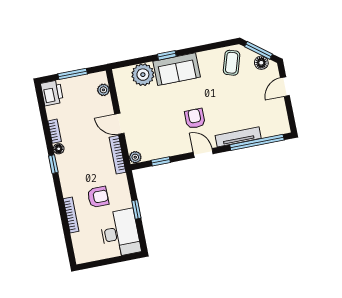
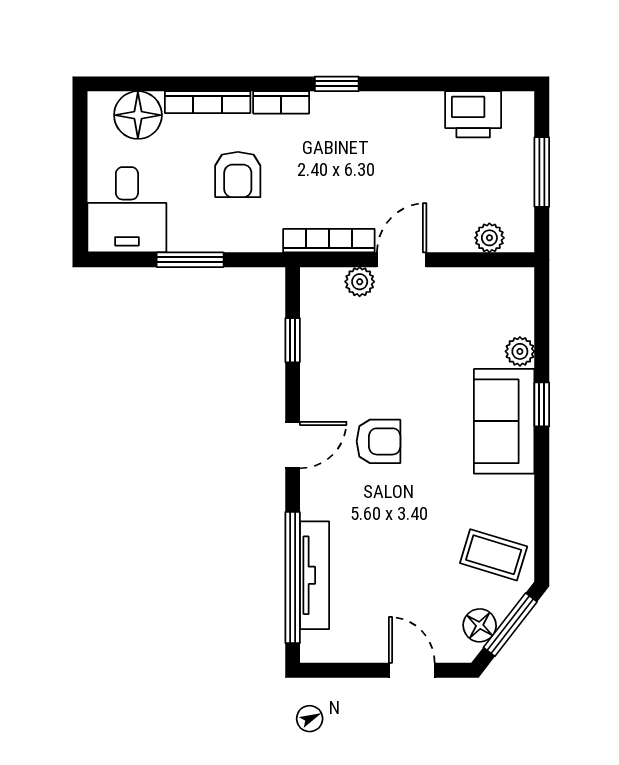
plant: (143, 75) -> (520, 351), width x0.53, depth x0.53
printer: (52, 93) -> (473, 114), moved
bookcase: (55, 131) -> (281, 102), moved
tv unit: (238, 137) -> (315, 575), moved
floor lamp: (59, 149) -> (138, 115), moved, width x1.89, depth x1.89
plant: (135, 157) -> (360, 282), moved
window: (136, 209) -> (190, 260), width x1.50
desk: (120, 233) -> (127, 210), width x0.73

